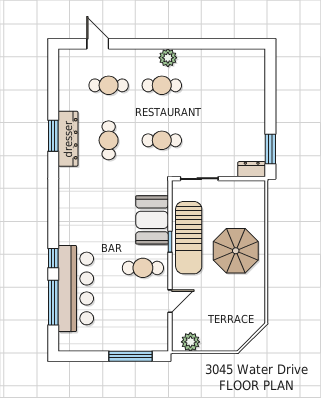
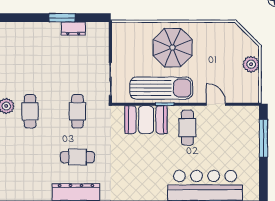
cafe table: (109, 85) -> (30, 157), removed
window: (270, 149) -> (62, 18), moved
dresser: (252, 169) -> (73, 29), moved, turned -90
plant: (190, 342) -> (251, 64), moved

